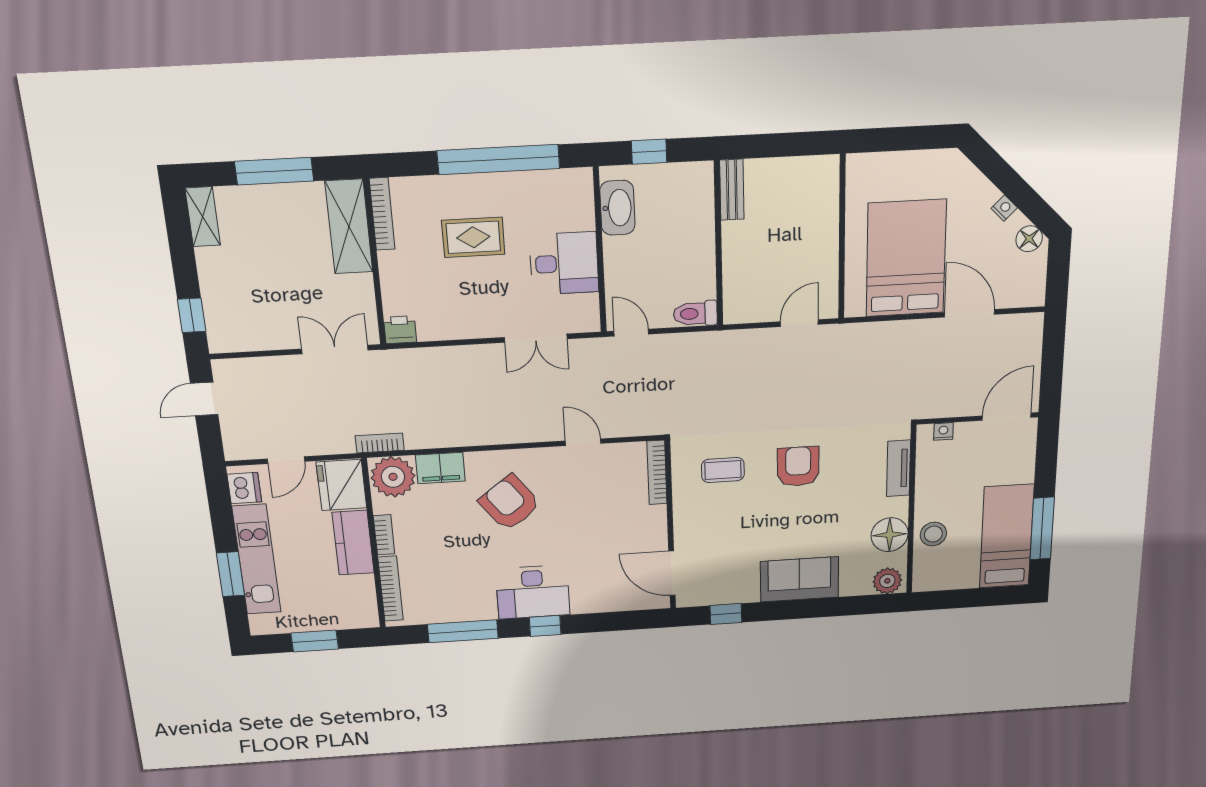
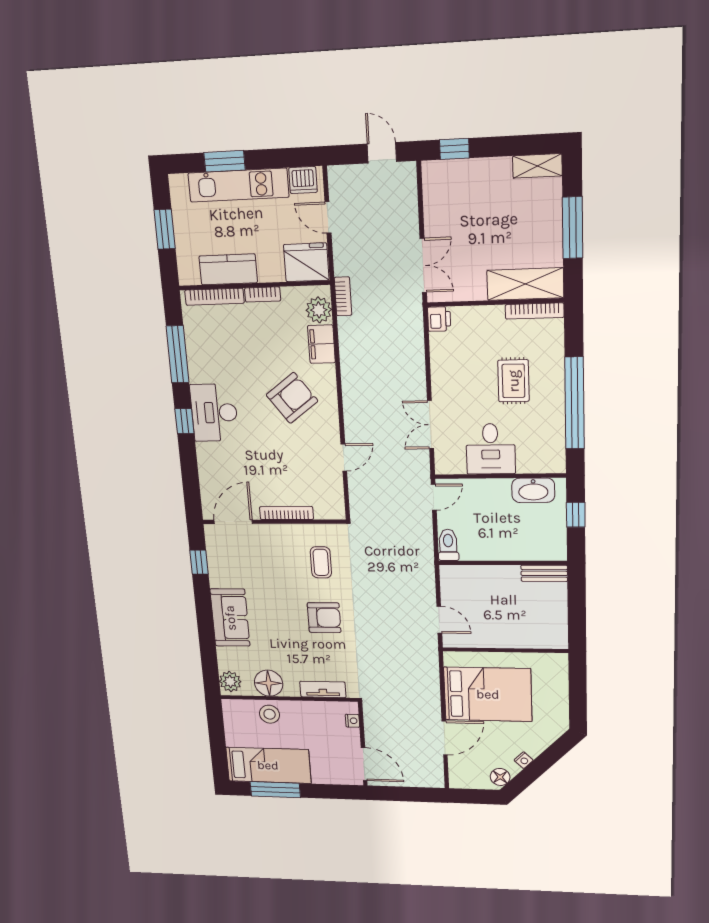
bookcase: (657, 472) -> (286, 513), moved
plant: (393, 477) -> (319, 310), width x0.73, depth x0.73
kitchen counter: (353, 543) -> (228, 269), moved

